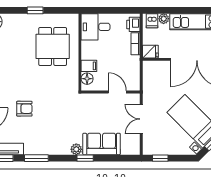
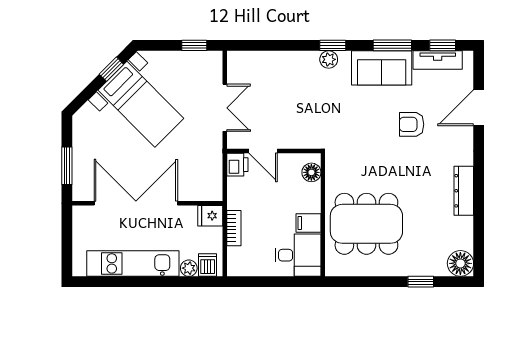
window: (35, 10) -> (421, 282), moved
printer: (133, 24) -> (237, 165), moved
dining table: (53, 46) -> (366, 224), width x1.38
filing cabinet: (89, 66) -> (308, 223), moved
sofa: (102, 144) -> (382, 68), moved
window: (85, 158) -> (333, 45), moved

